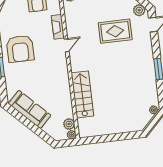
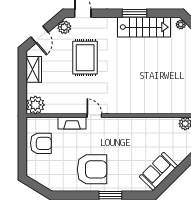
stairs: (82, 94) -> (144, 27), moved, turned 180
sofa: (30, 109) -> (159, 171), width x0.73

